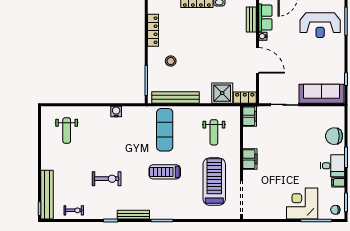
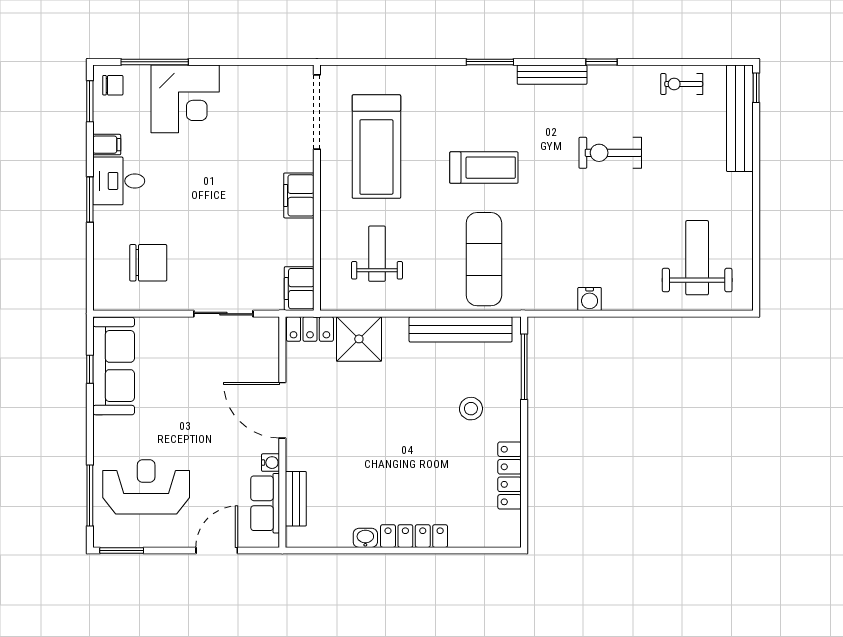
sofa: (321, 94) -> (114, 366), moved, turned -90
weight bench: (67, 130) -> (697, 258), width x1.36, depth x1.33
chair: (334, 136) -> (148, 263), moved

